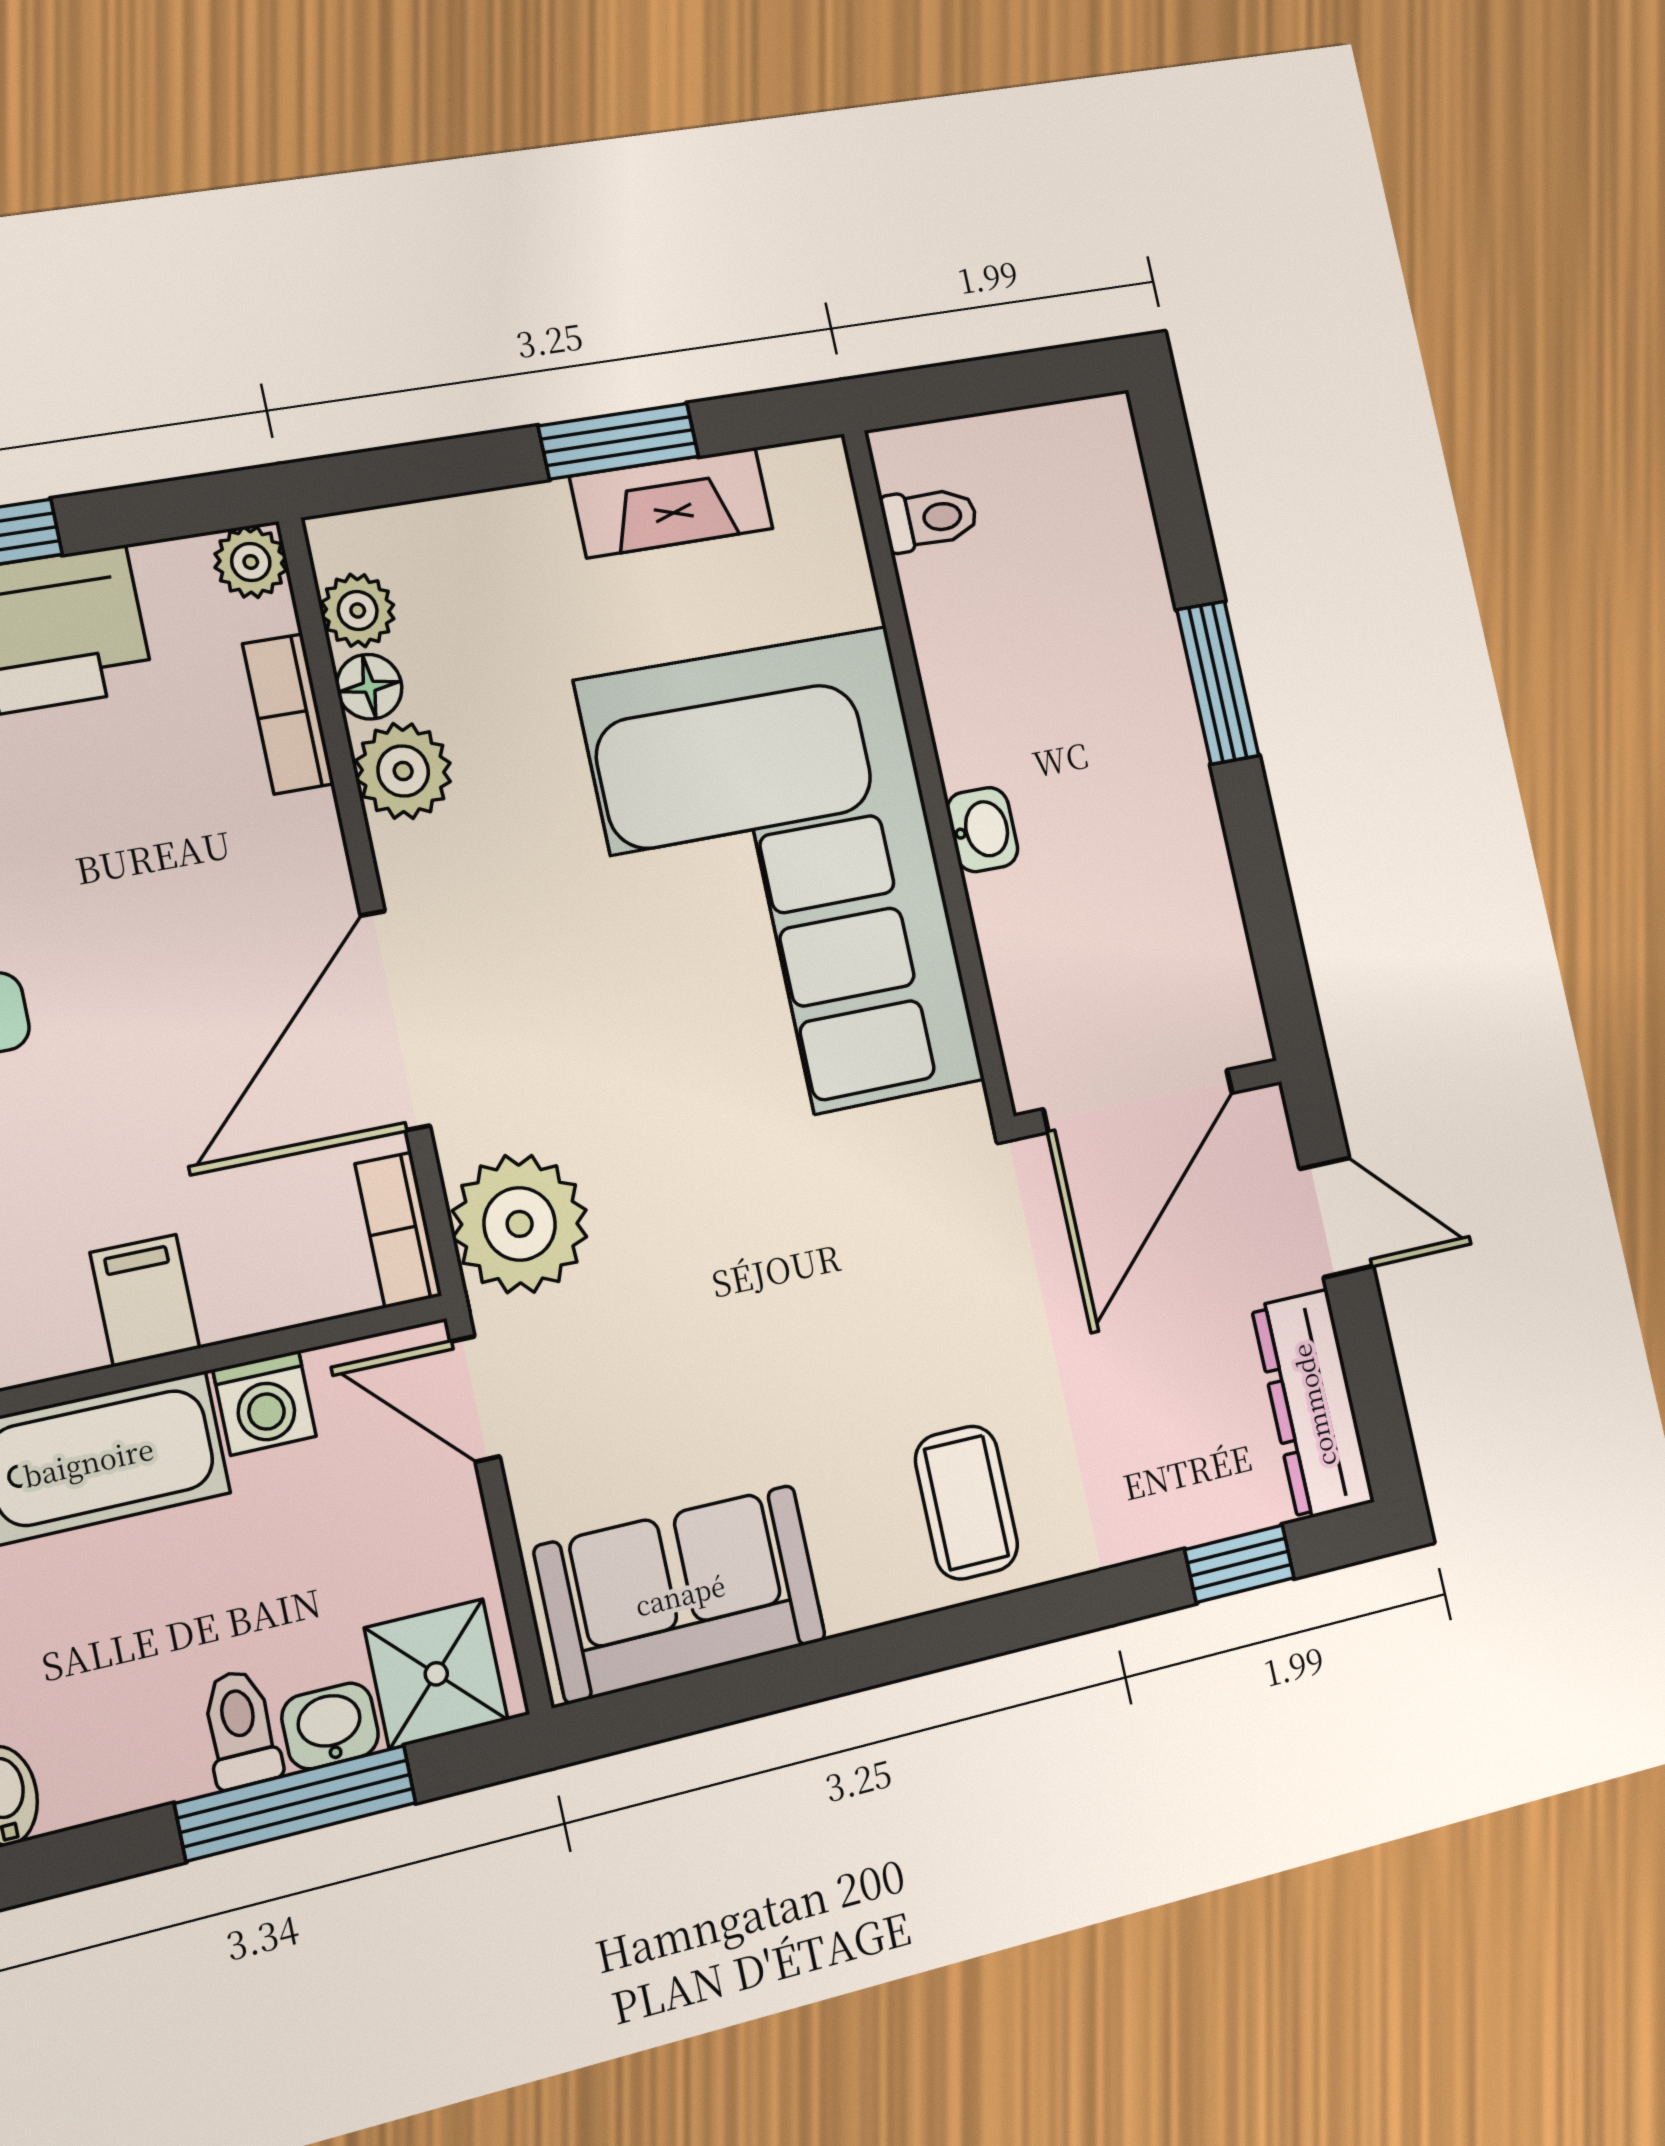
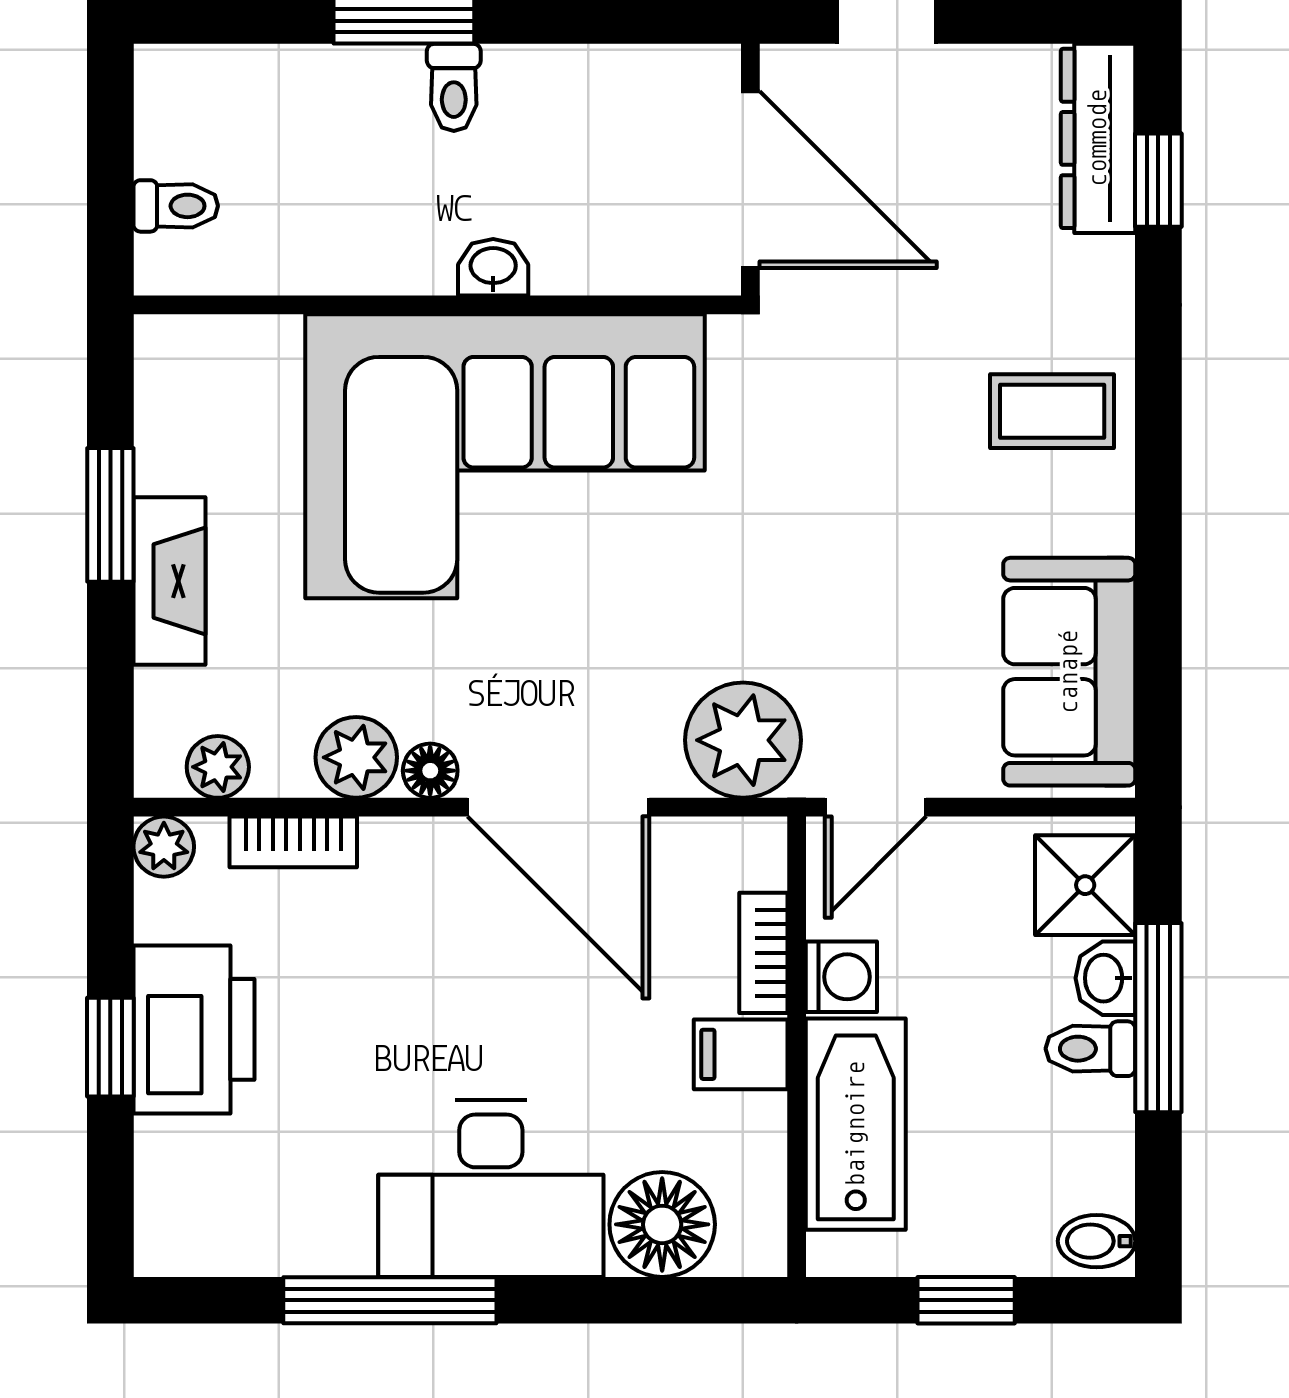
fireplace: (671, 503) -> (169, 581), moved
toilet: (930, 519) -> (176, 206), moved, turned 90
floor lamp: (369, 687) -> (430, 771), moved
toilet: (1161, 750) -> (454, 87), added
bookcase: (398, 1230) -> (763, 953), moved, turned 90
dresser: (1313, 1405) -> (1098, 138), moved, turned 90

